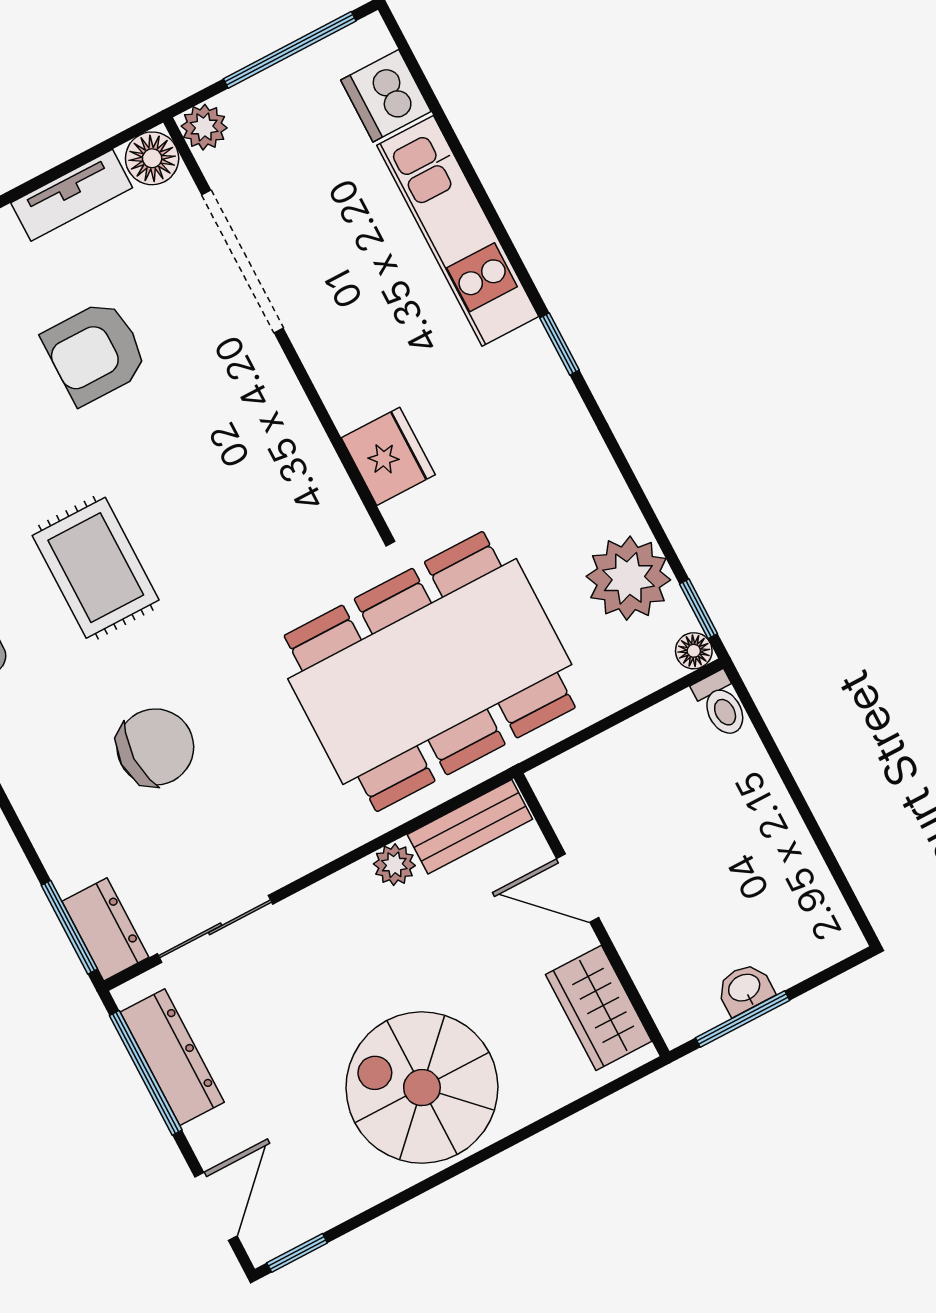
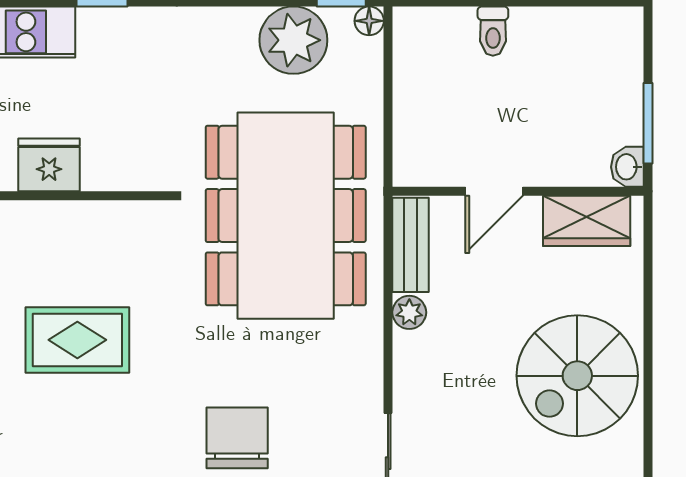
fridge: (388, 456) -> (49, 165), moved
rug: (96, 568) -> (77, 340), moved
toilet: (721, 705) -> (493, 31), moved, turned 90
washbasin: (745, 989) -> (627, 167), moved

